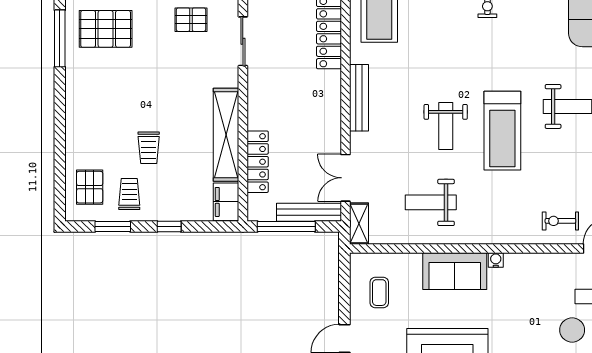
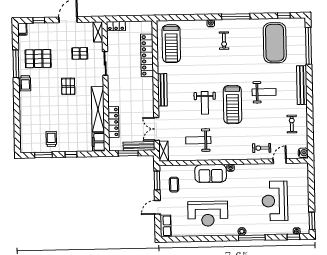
trolley: (149, 148) -> (25, 83), moved
pallet: (90, 187) -> (68, 86), moved
window: (286, 227) -> (128, 153), width x0.69
window: (344, 283) -> (157, 181), added

